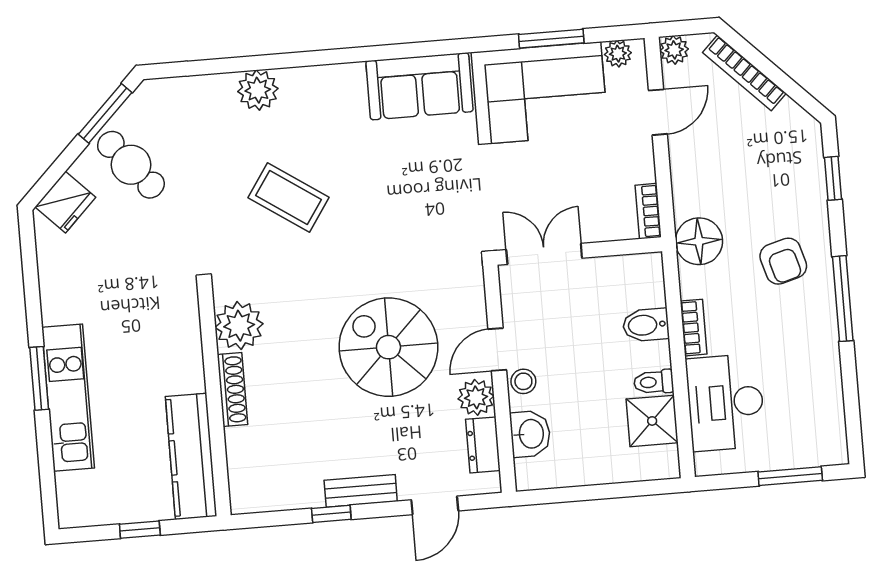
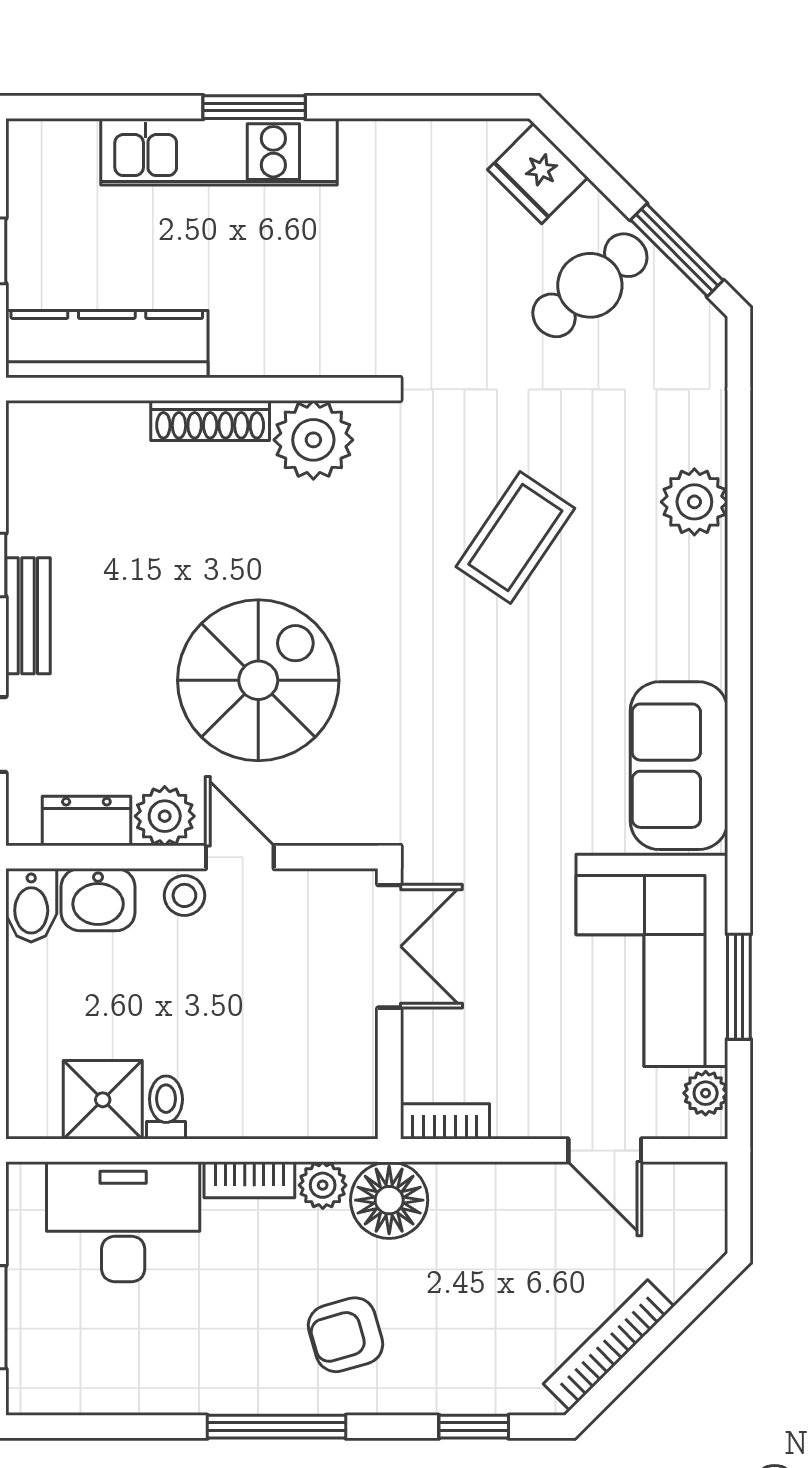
plant: (674, 50) -> (323, 1185), moved
bookcase: (744, 73) -> (609, 1345), moved
bidet: (646, 325) -> (31, 905), moved, turned 180

